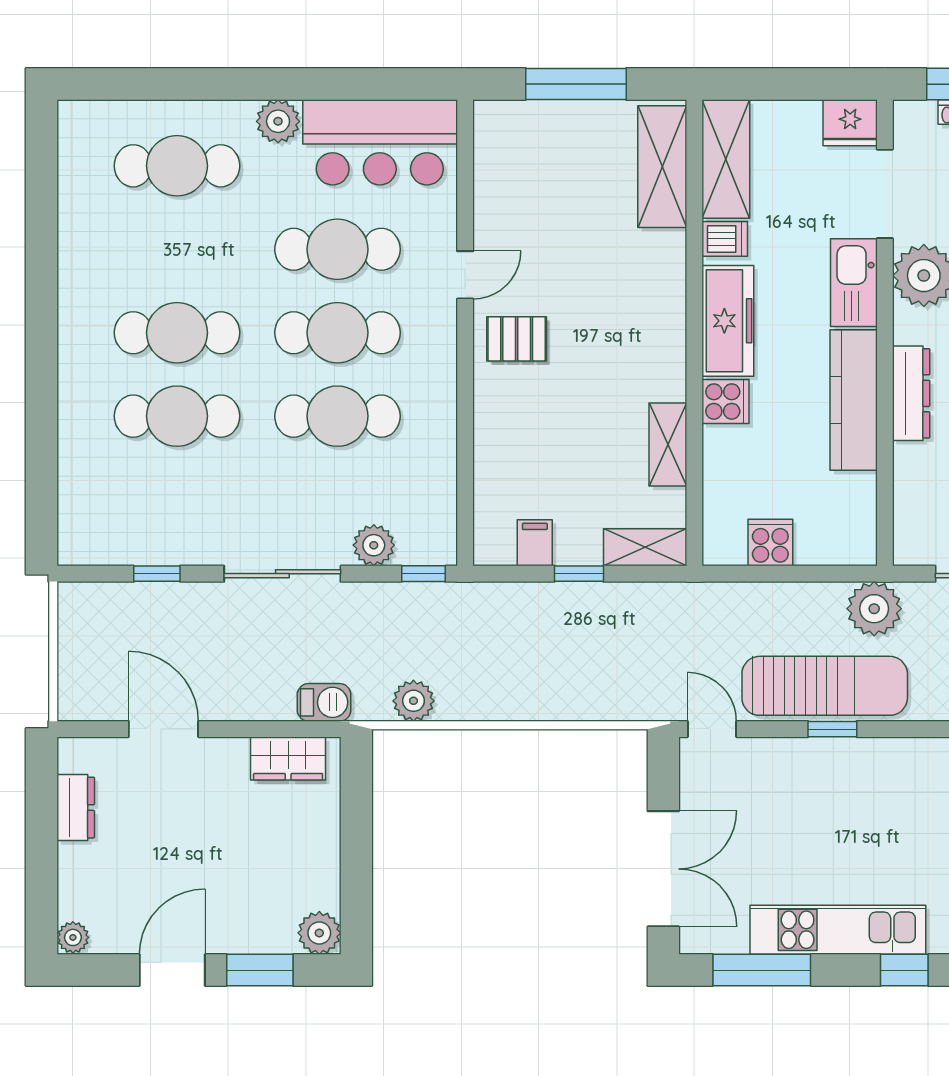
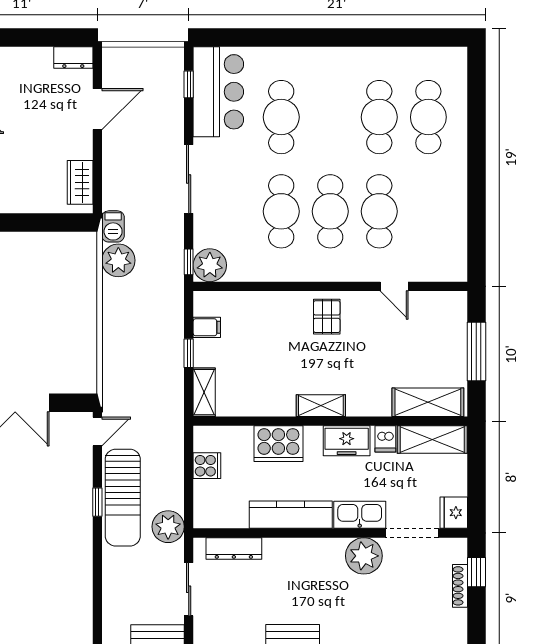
plant: (278, 121) -> (455, 176), removed
bar counter: (380, 142) -> (218, 92), moved, turned 180
door: (465, 275) -> (394, 286), moved
freezer: (728, 321) -> (347, 441), width x0.71
cafe table: (177, 333) -> (379, 117), moved
dresser: (911, 393) -> (234, 548), moved
cooker: (726, 402) -> (278, 444), width x1.87, depth x1.31
shelving: (668, 445) -> (321, 406), moved
plant: (374, 545) -> (210, 265), moved, width x1.36, depth x1.36
window: (157, 574) -> (189, 84), moved
plant: (413, 701) -> (118, 260), width x1.36, depth x1.36
barbecue: (324, 702) -> (113, 226), moved
dresser: (76, 808) -> (73, 58), moved

